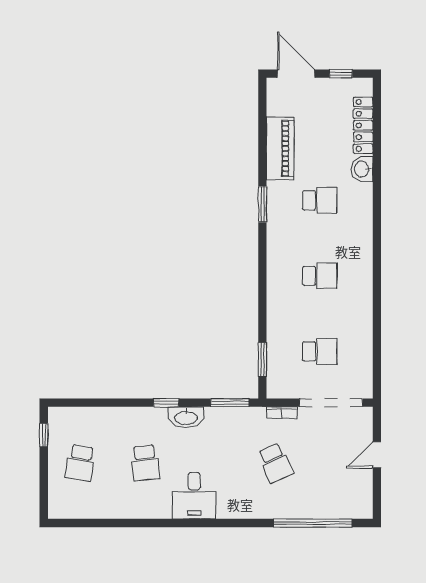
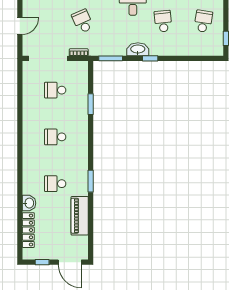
window: (262, 359) -> (91, 104), moved

